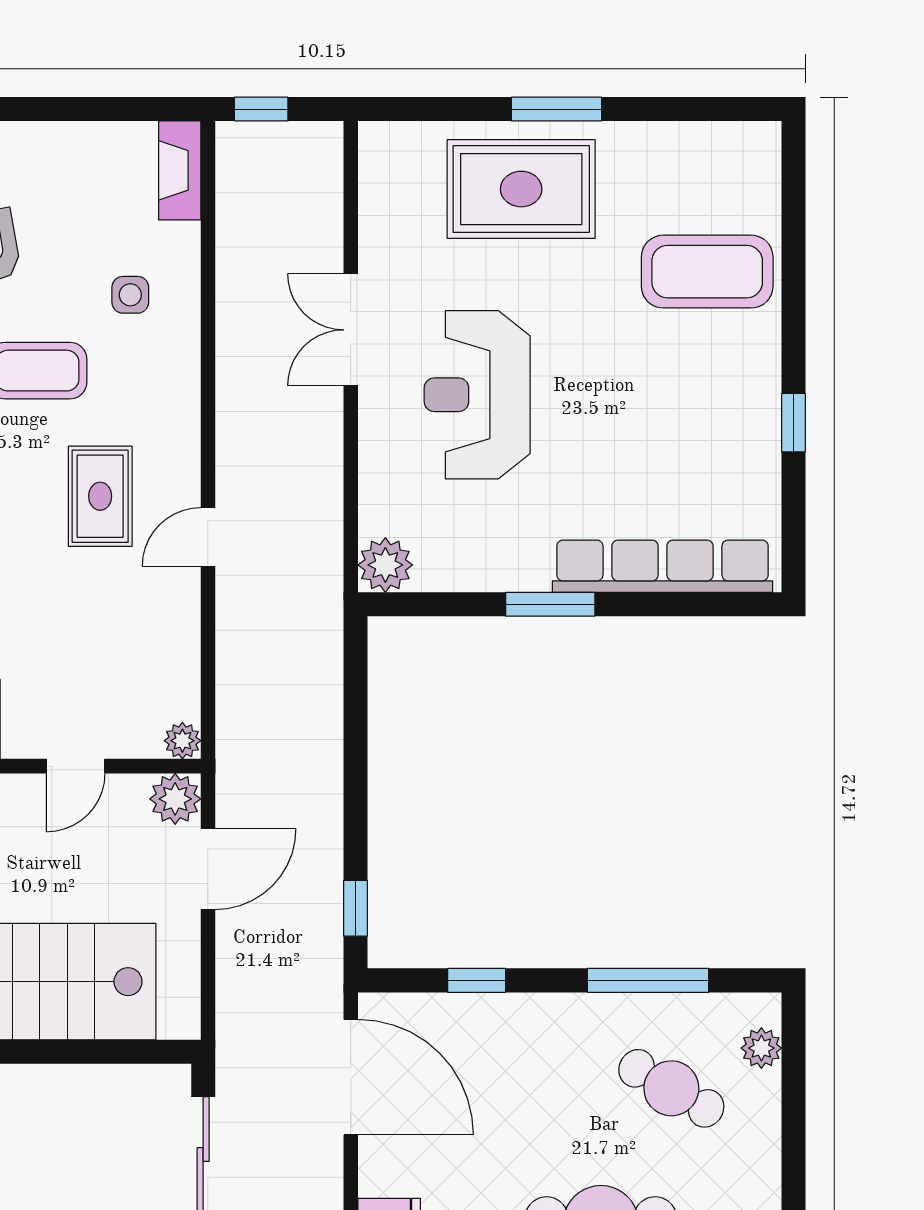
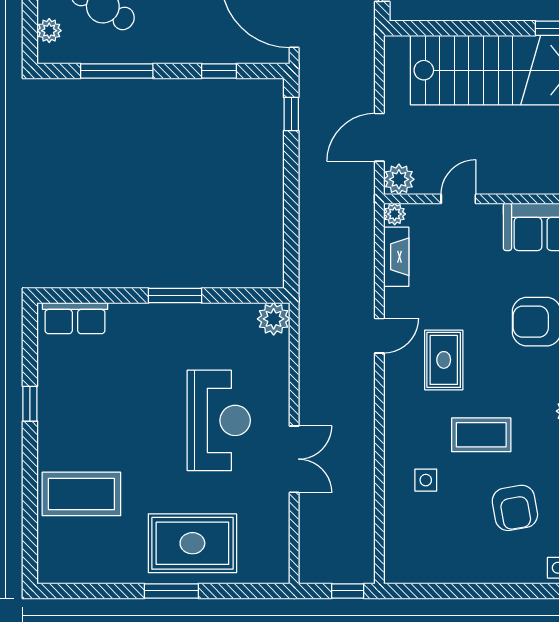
fireplace: (180, 170) -> (396, 257), moved
row of seats: (662, 566) -> (75, 318), width x0.50

